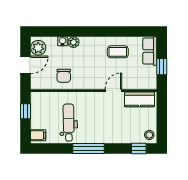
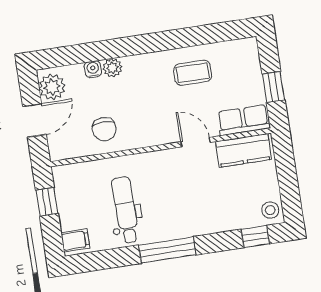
row of seats: (150, 51) -> (243, 120), moved, turned 90
door: (113, 91) -> (195, 142), hinge flipped

